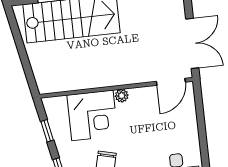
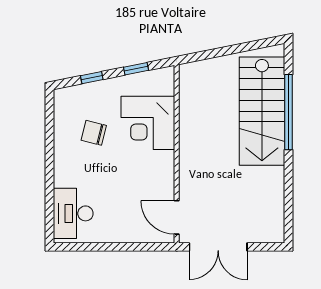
plant: (122, 96) -> (167, 159), removed

